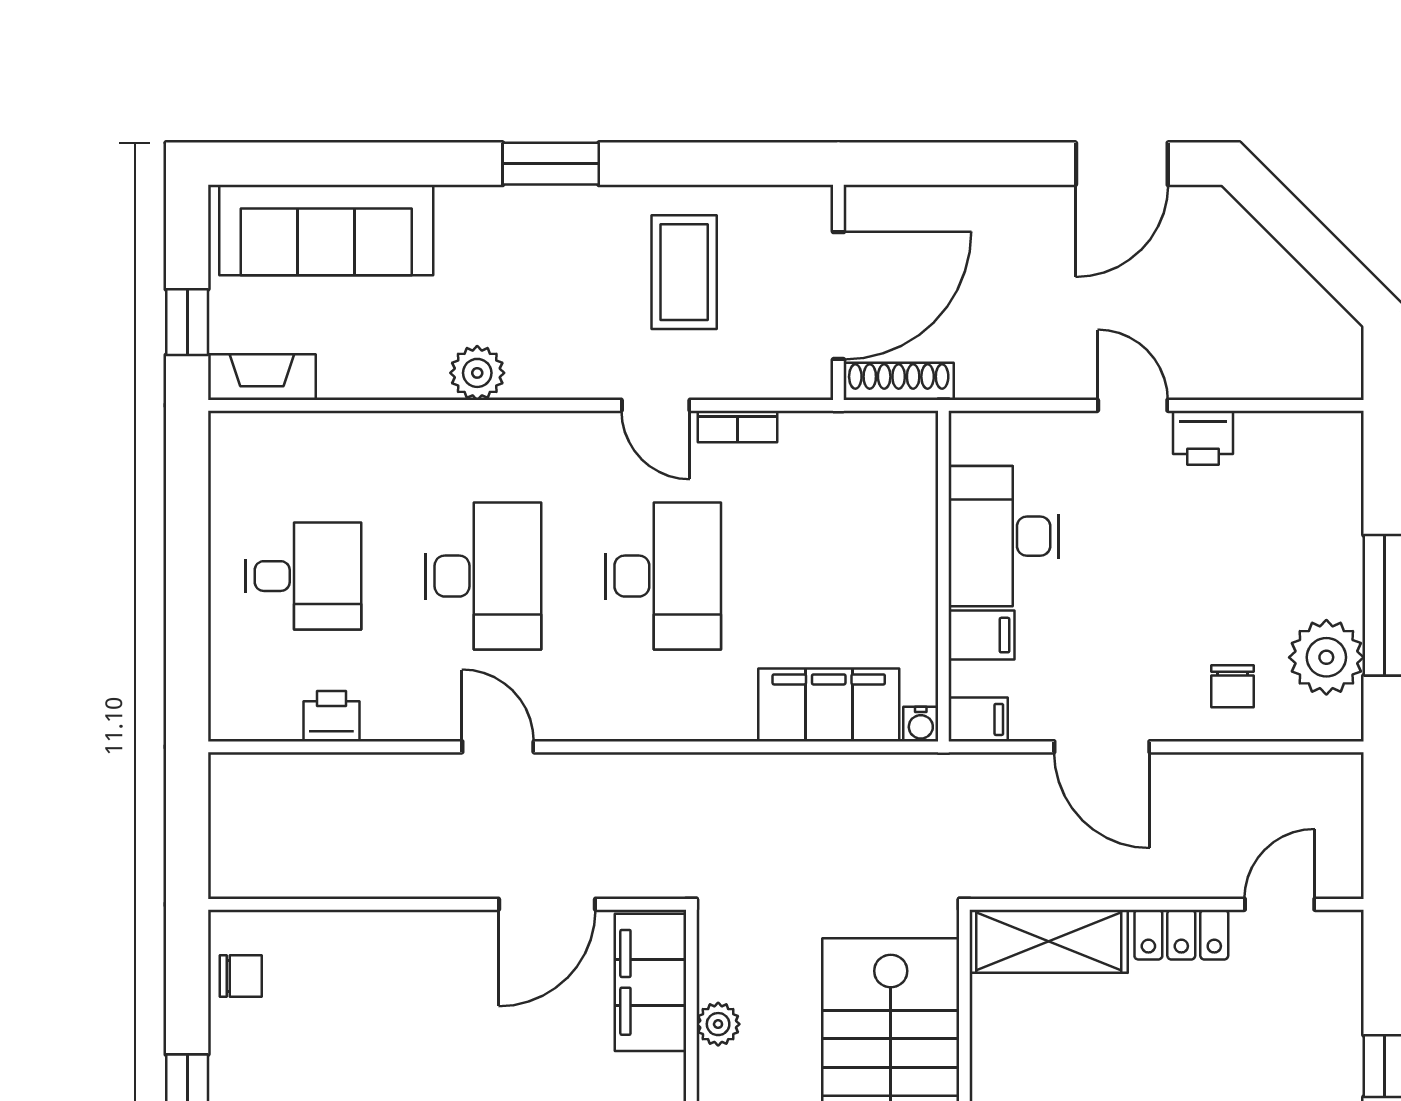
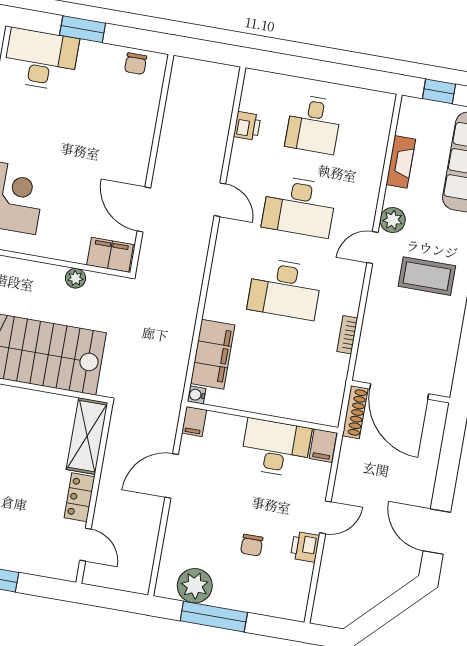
coffee table: (684, 272) -> (427, 276), moved
fireplace: (262, 377) -> (401, 162), moved
door: (656, 405) -> (372, 248), moved
filing cabinet: (982, 635) -> (323, 446), moved
chair: (1232, 686) -> (252, 545), moved, turned -90
door: (498, 747) -> (220, 200), hinge flipped
filing cabinet: (650, 982) -> (110, 255), width x0.67, depth x0.86

